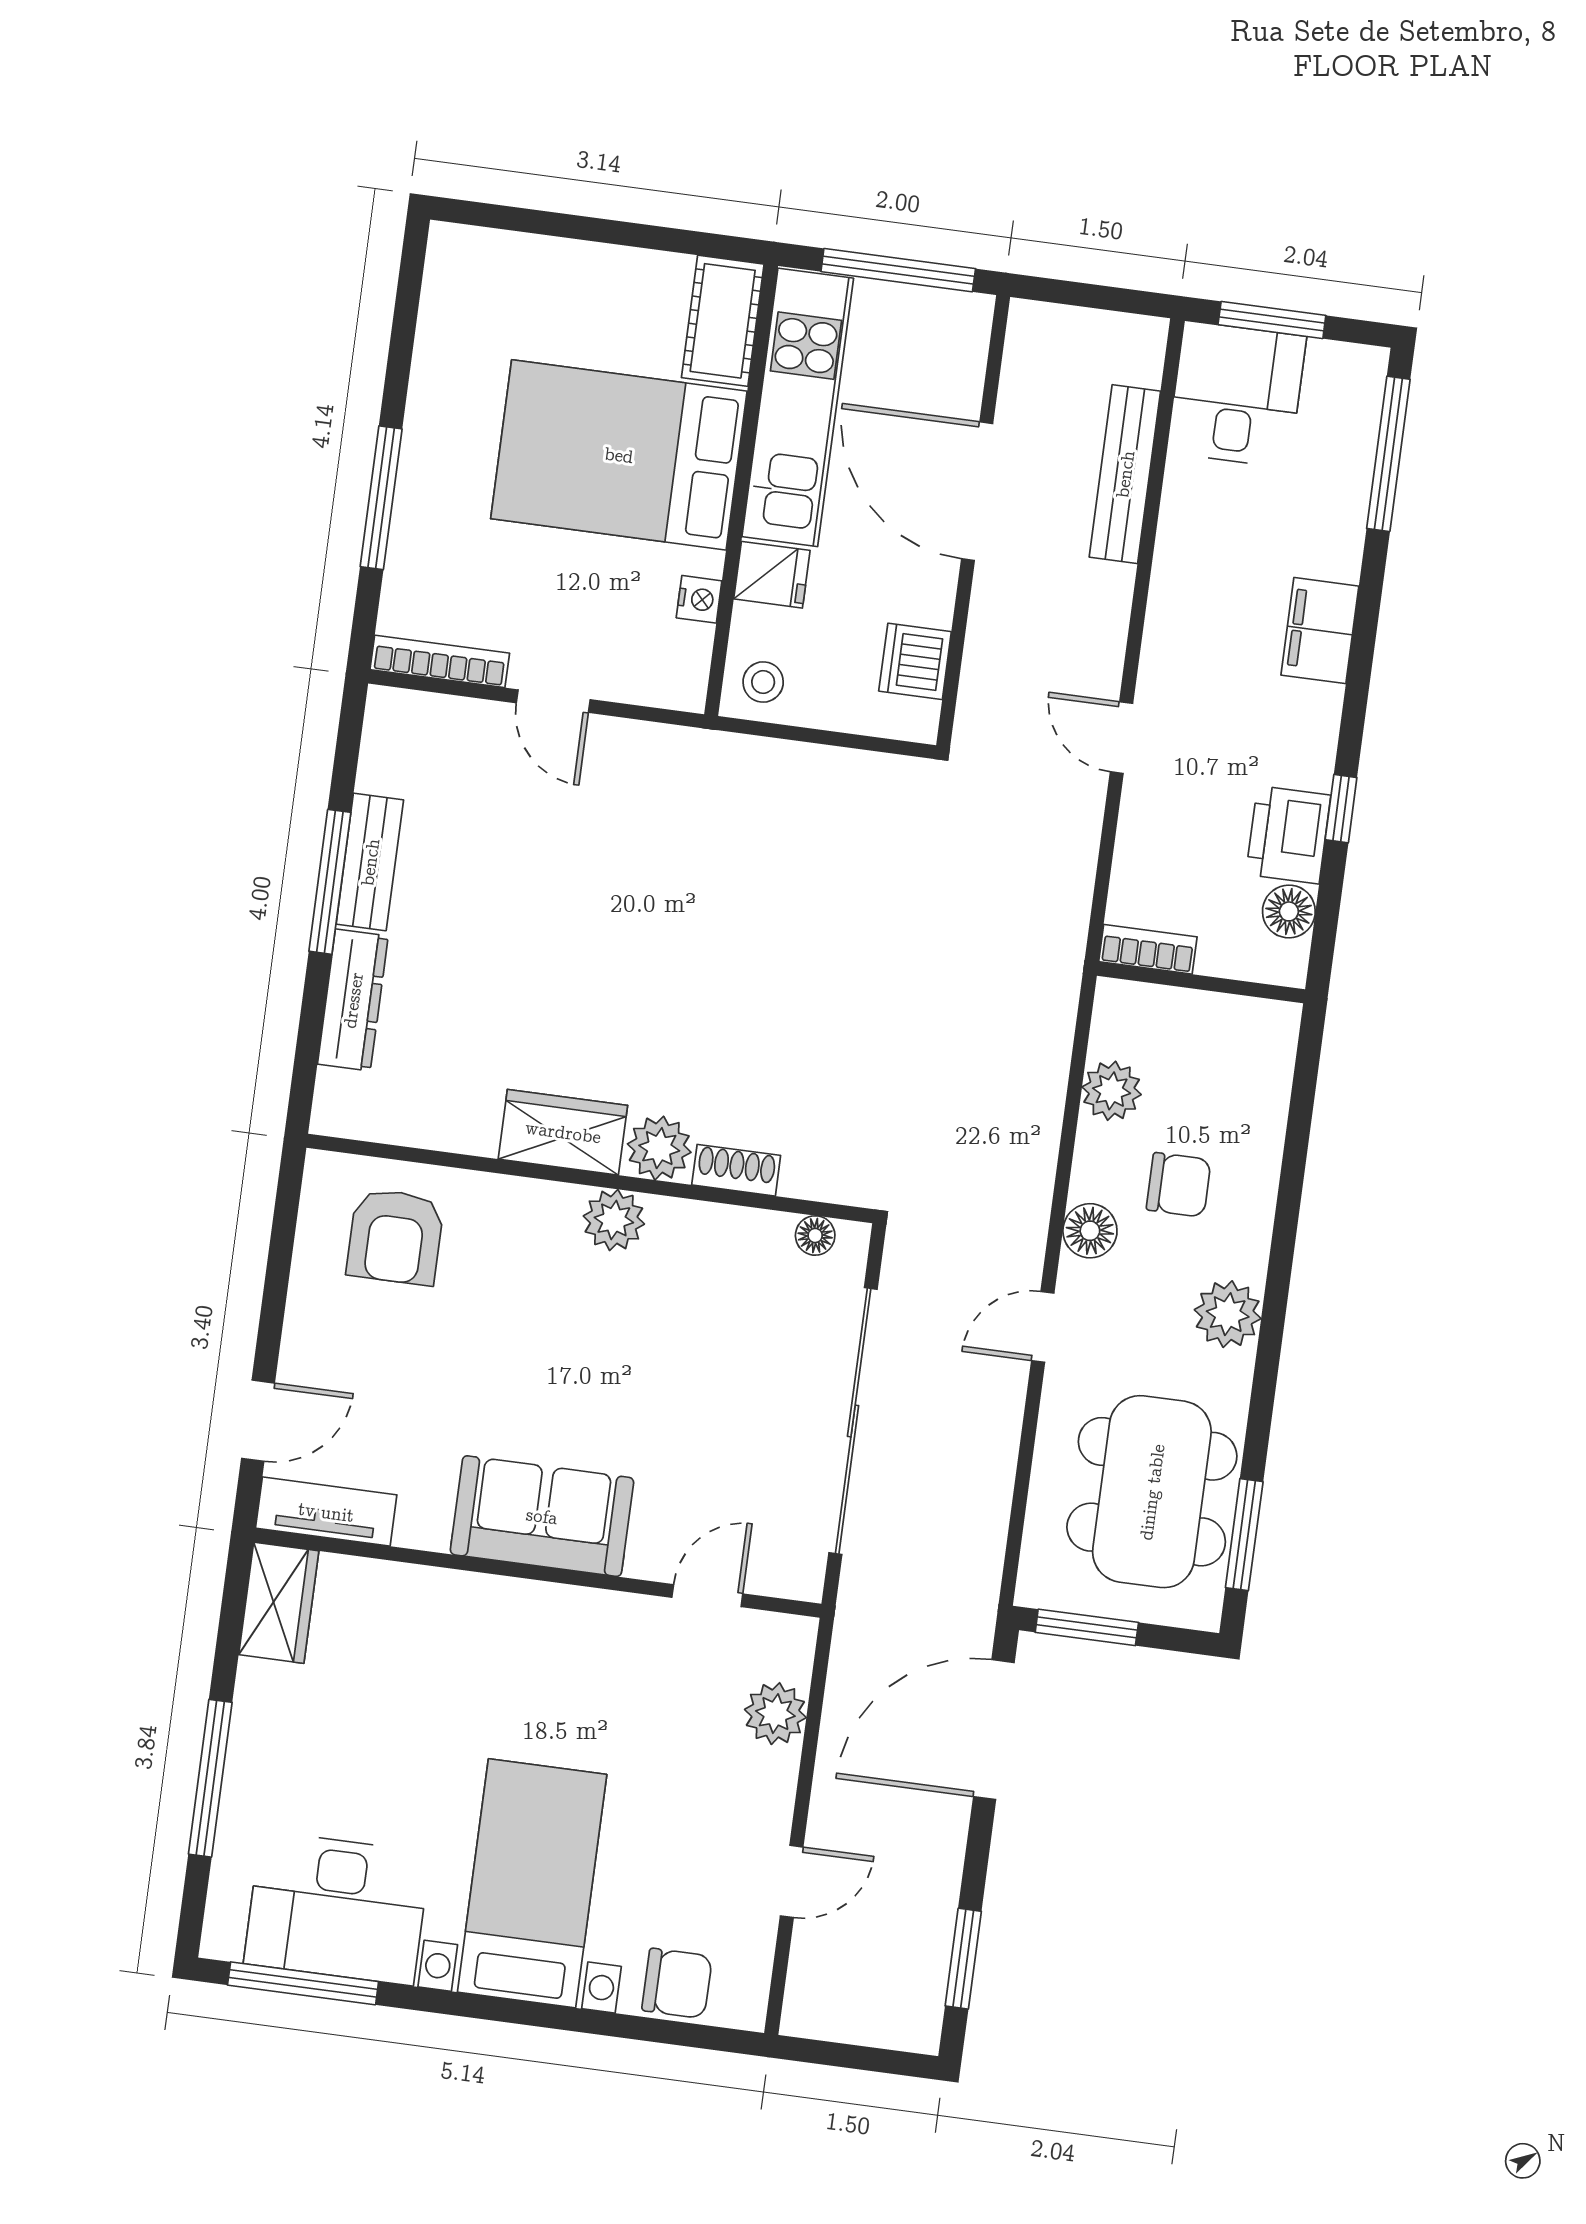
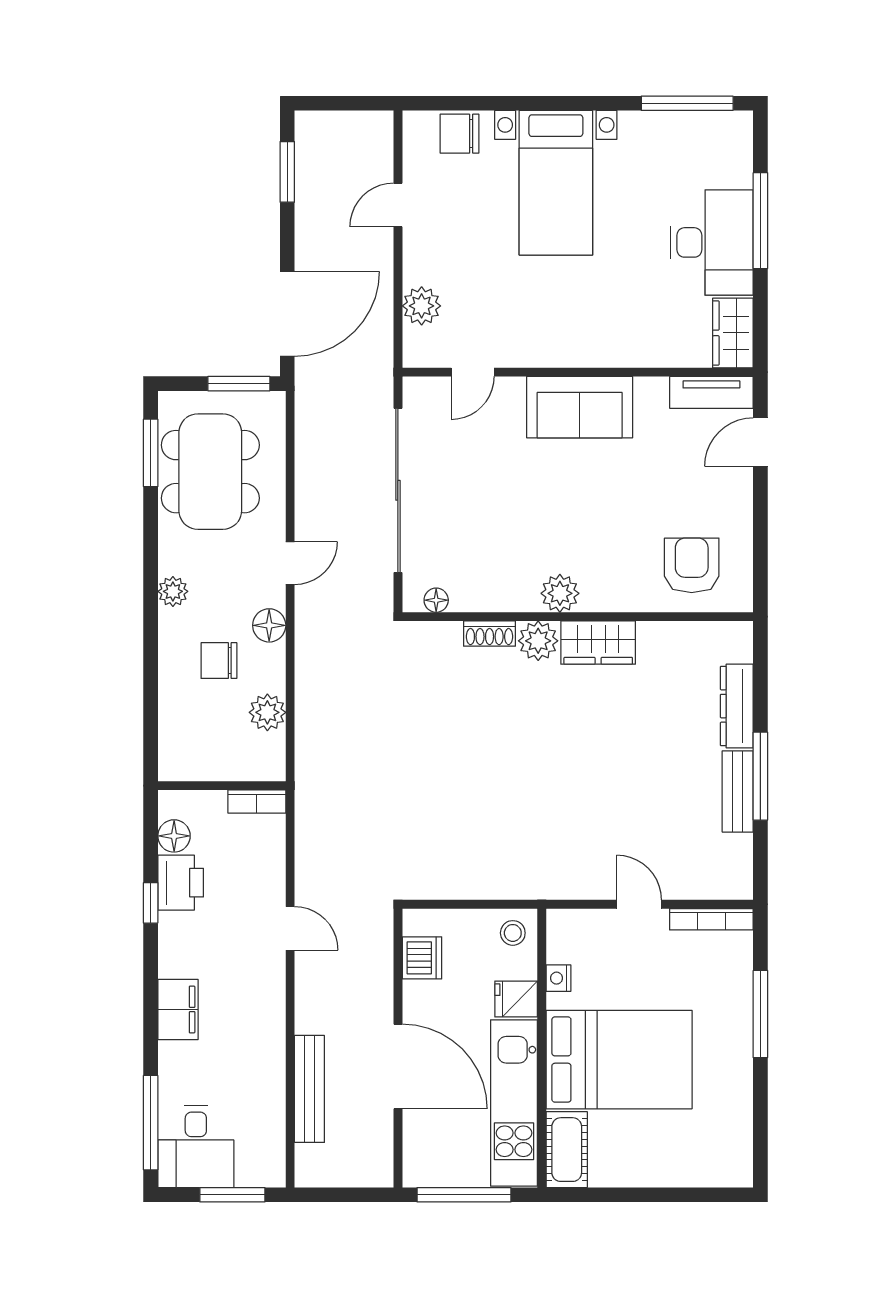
desk: (1237, 394) -> (196, 1147), moved
plant: (1228, 1314) -> (173, 591), width x0.73, depth x0.73
desk: (337, 1908) -> (712, 242), moved, turned 90

